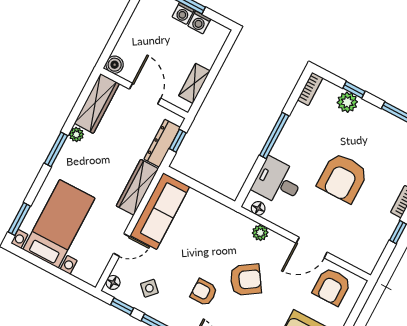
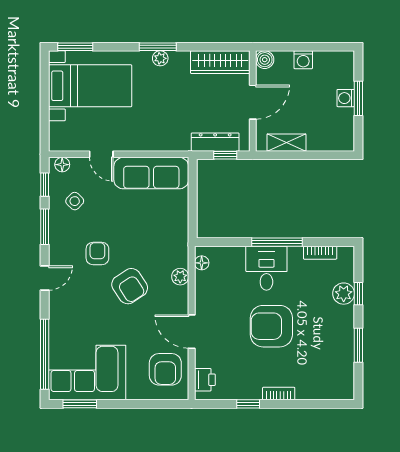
washing machine: (199, 22) -> (303, 60), moved, turned -90
bookcase: (310, 89) -> (320, 253), moved
plant: (76, 134) -> (160, 58), moved
desk: (278, 182) -> (266, 268), moved
wardrobe: (137, 187) -> (162, 141), removed
printer: (358, 258) -> (205, 380), added
armchair: (332, 287) -> (165, 369), turned -90

